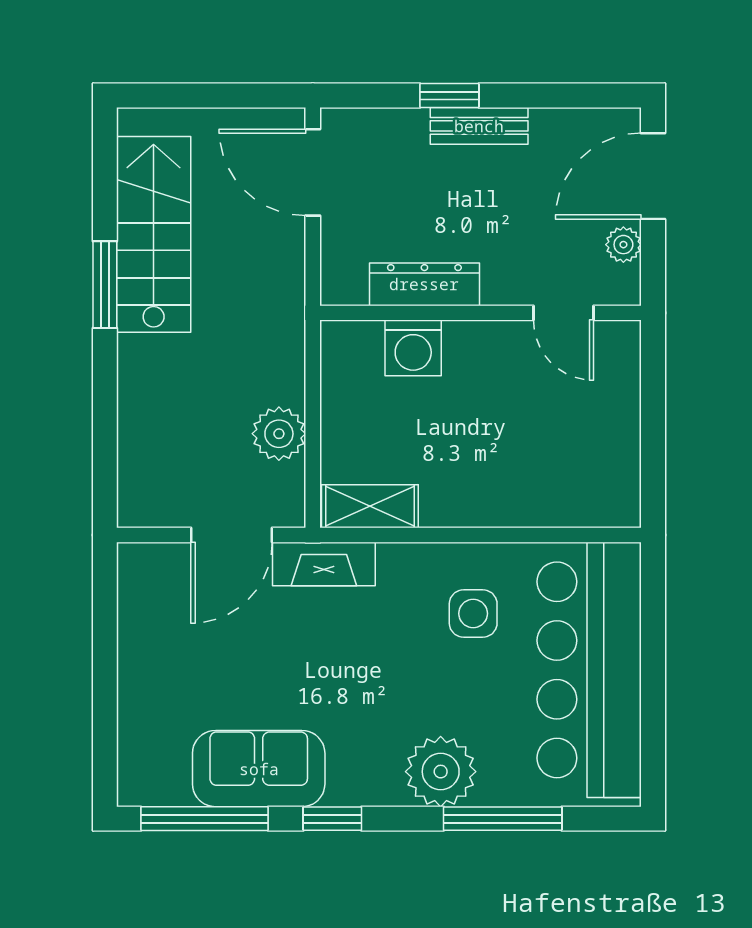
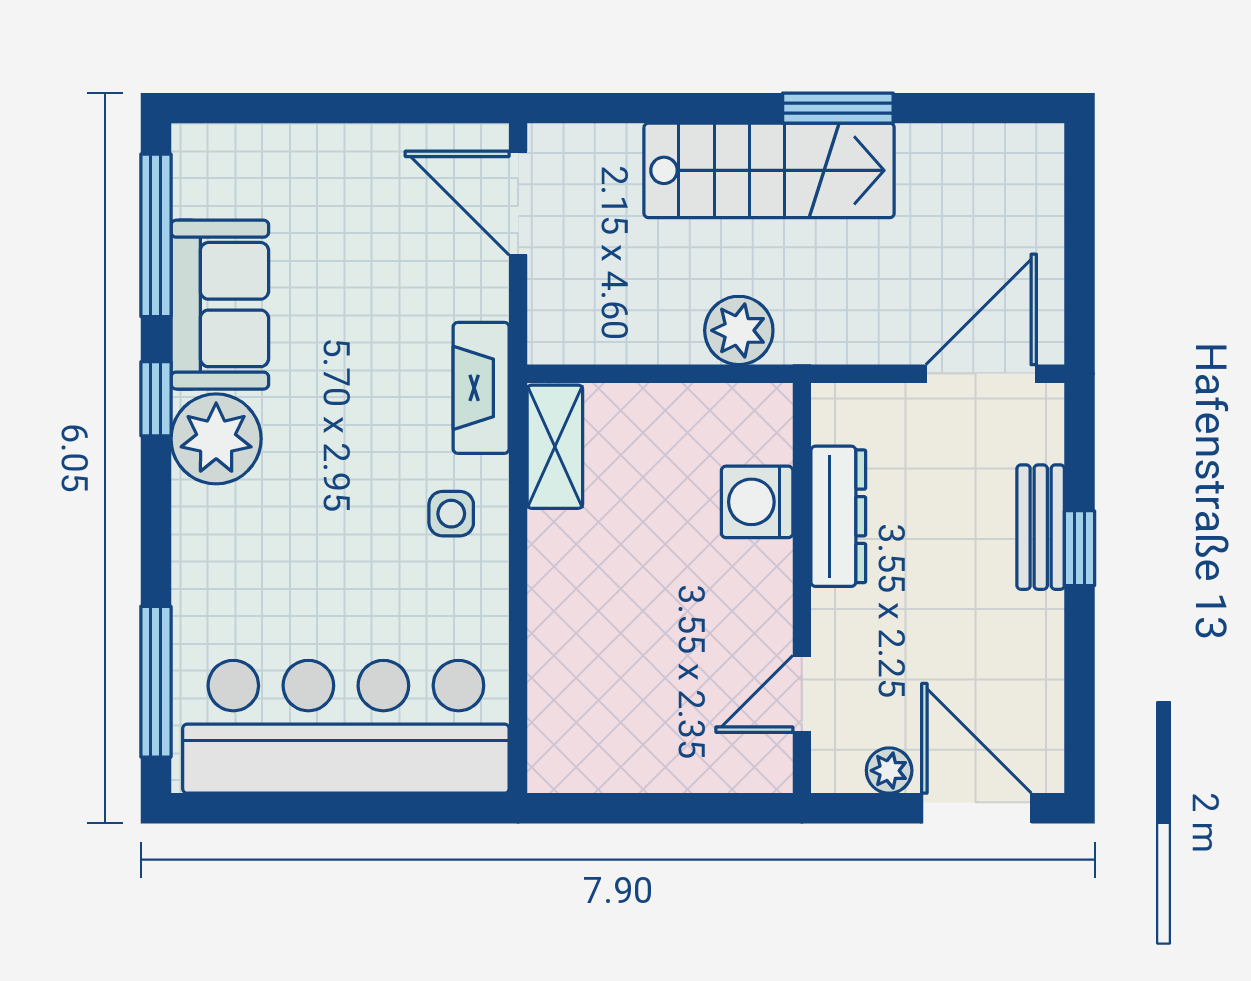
bench: (479, 126) -> (1041, 527), moved
stairs: (154, 234) -> (769, 170), moved
plant: (279, 434) -> (739, 330), moved
door: (231, 535) -> (518, 203), moved
side table: (473, 614) -> (451, 514), moved, width x0.73, depth x0.73
plant: (441, 772) -> (216, 439), moved
window: (503, 819) -> (156, 682), moved

